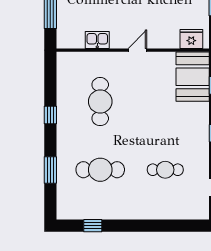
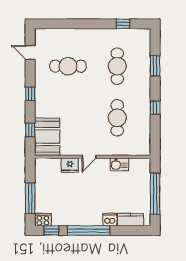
fridge: (191, 39) -> (70, 165), moved
cafe table: (100, 170) -> (117, 66), turned 90
cafe table: (165, 170) -> (68, 66), width x1.37, depth x1.35

